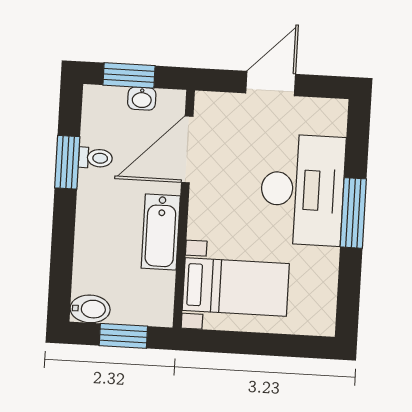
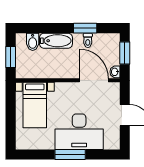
washbasin: (142, 99) -> (115, 72), moved
bathtub: (161, 232) -> (56, 41), moved, turned 180
bidet: (90, 309) -> (33, 42), moved

